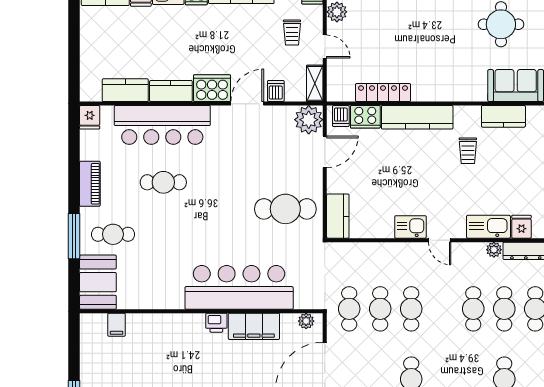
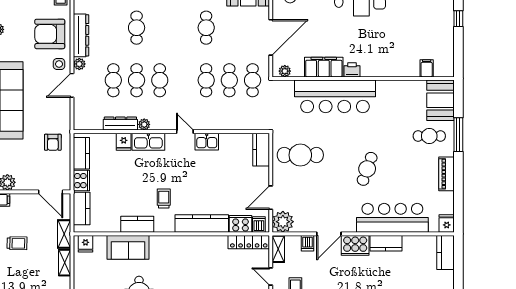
kitchen counter: (125, 90) -> (446, 252), moved, turned 90
locker: (383, 93) -> (249, 242), moved
cafe table: (163, 182) -> (367, 169), moved, turned -70

